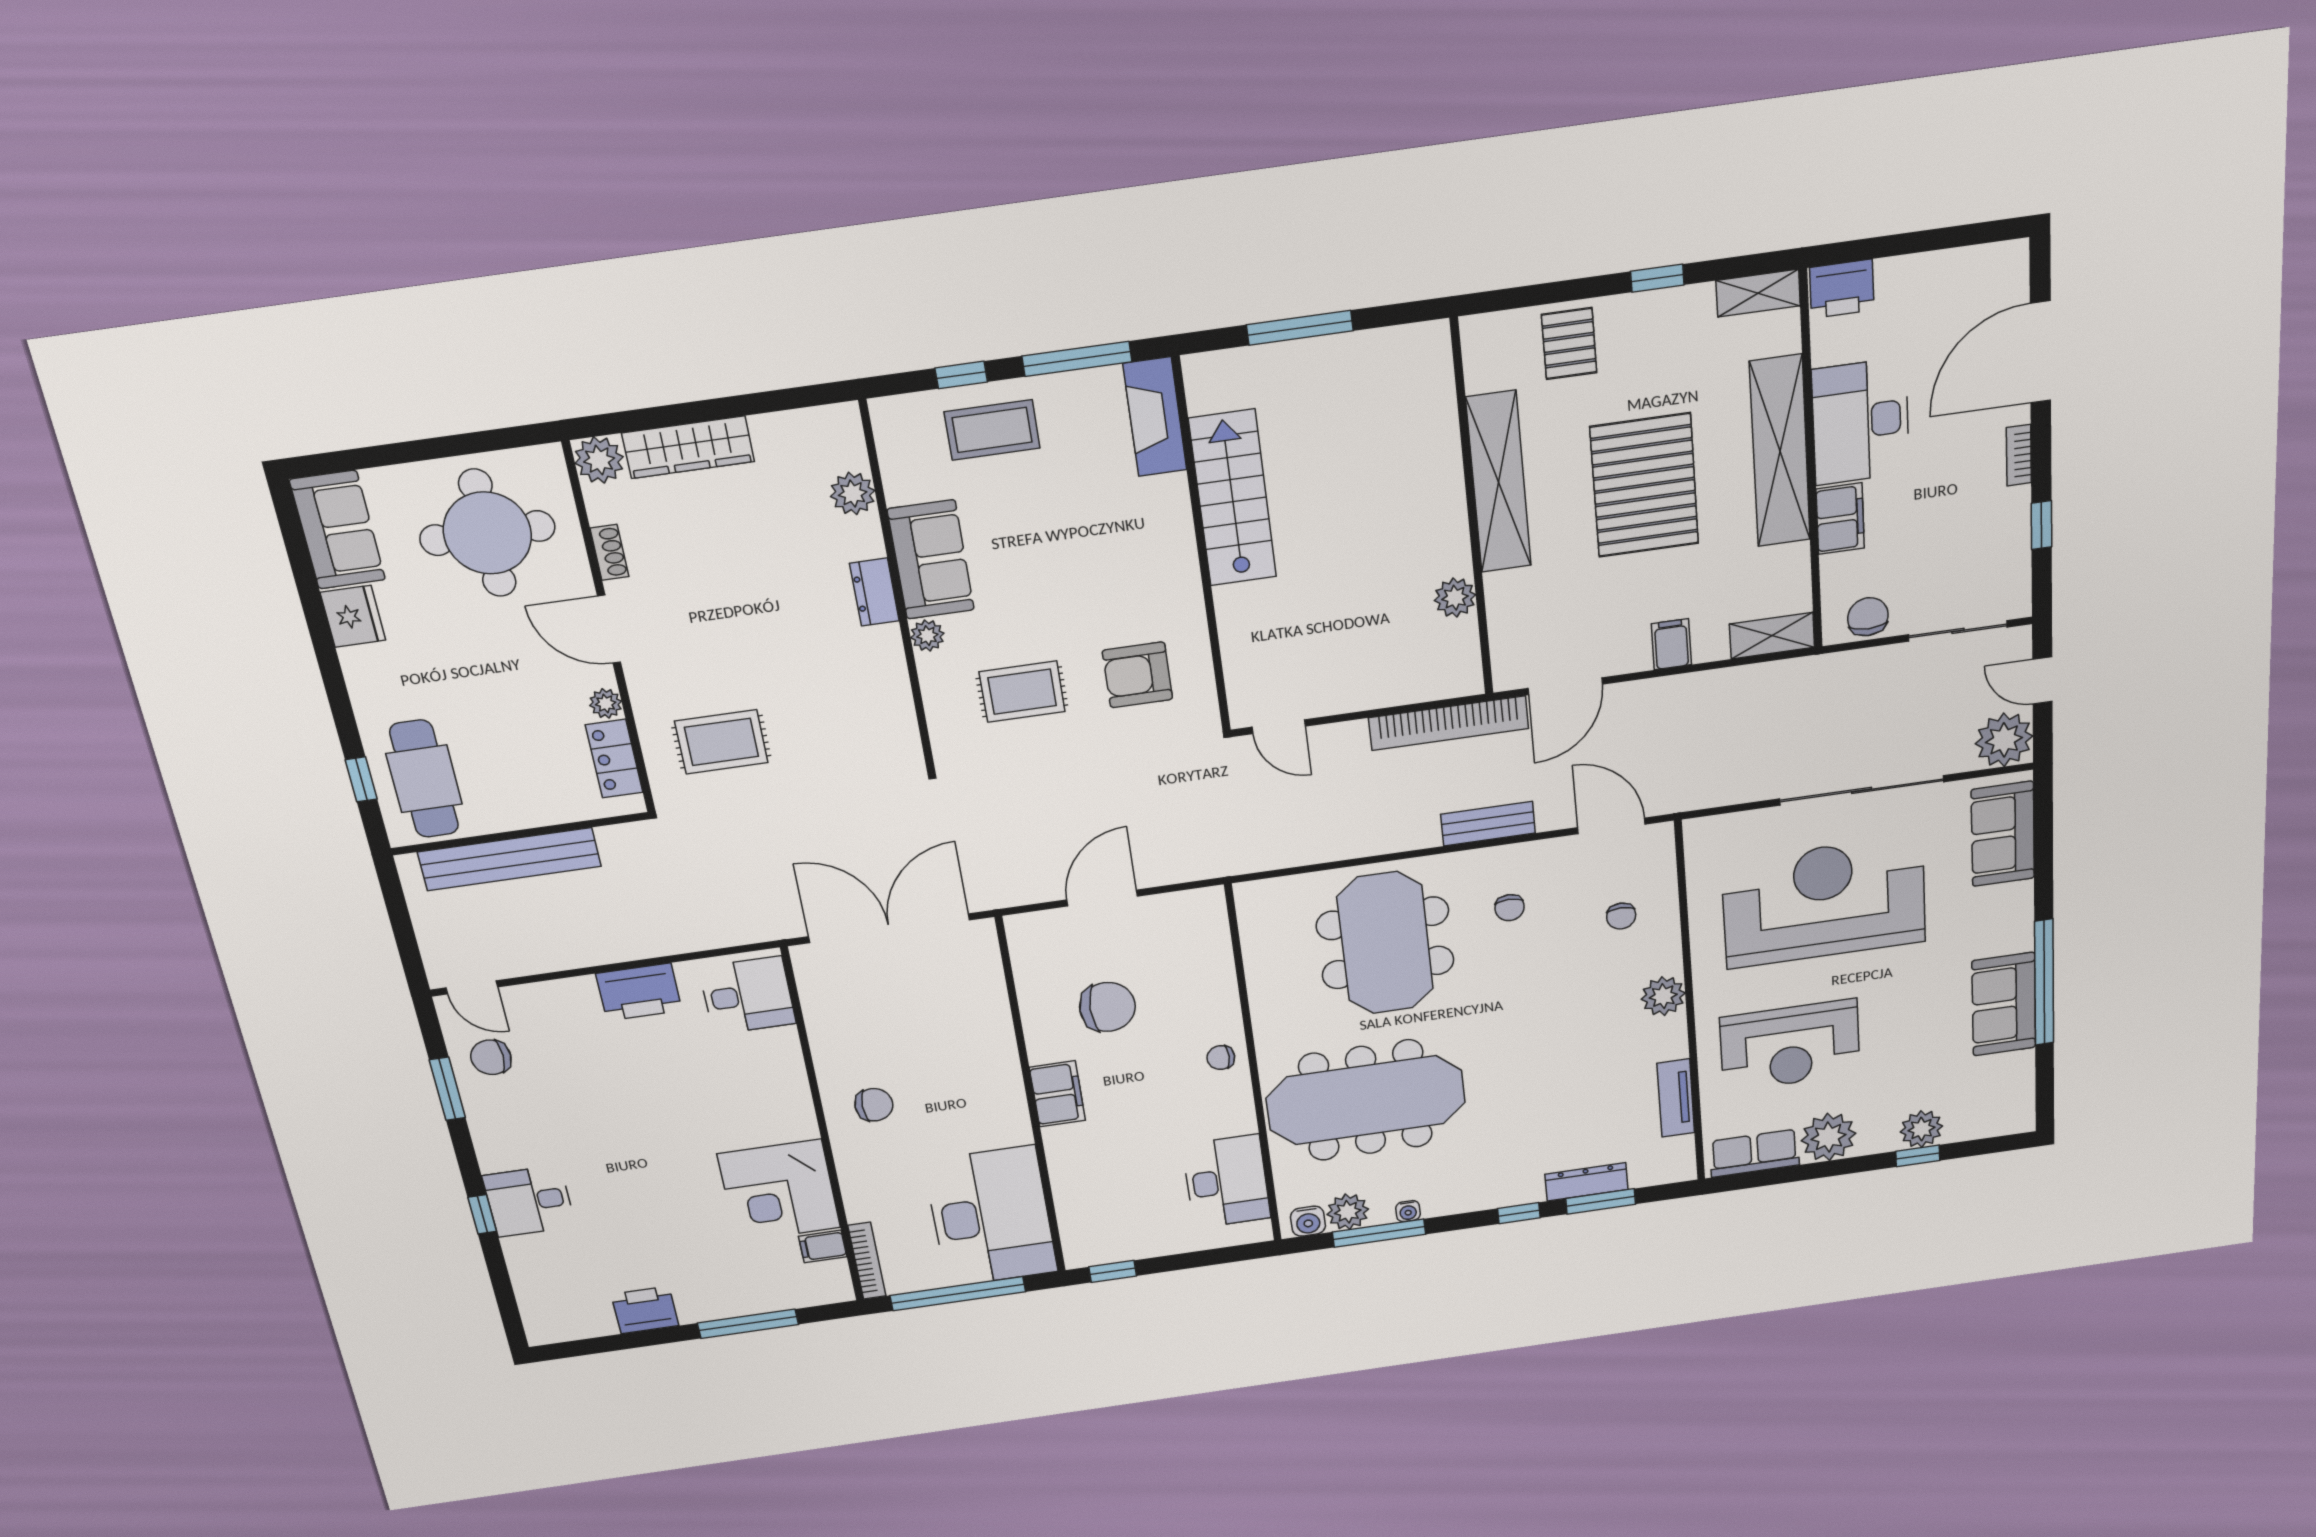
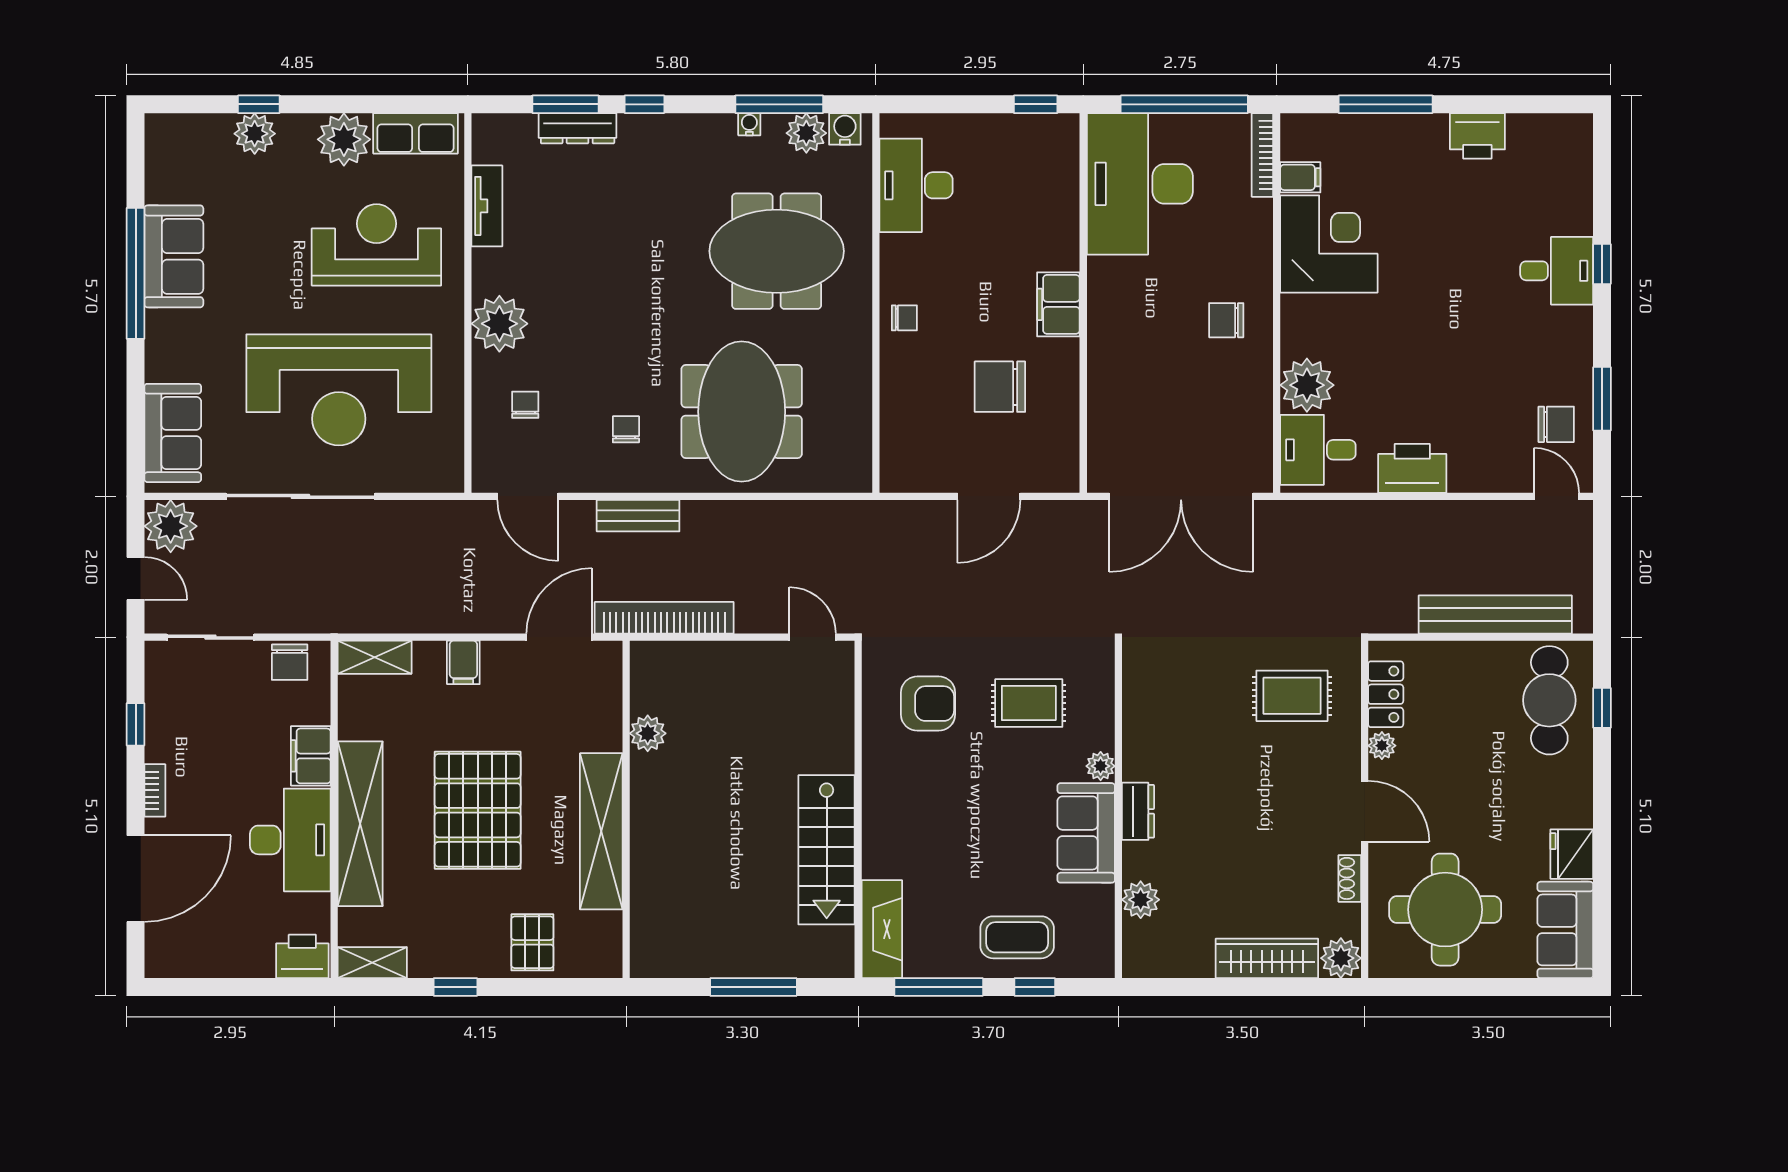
plant: (1663, 996) -> (499, 324), width x1.36, depth x1.36
plant: (773, 1056) -> (1307, 385), added
meeting table: (1366, 1100) -> (777, 251), width x0.73

